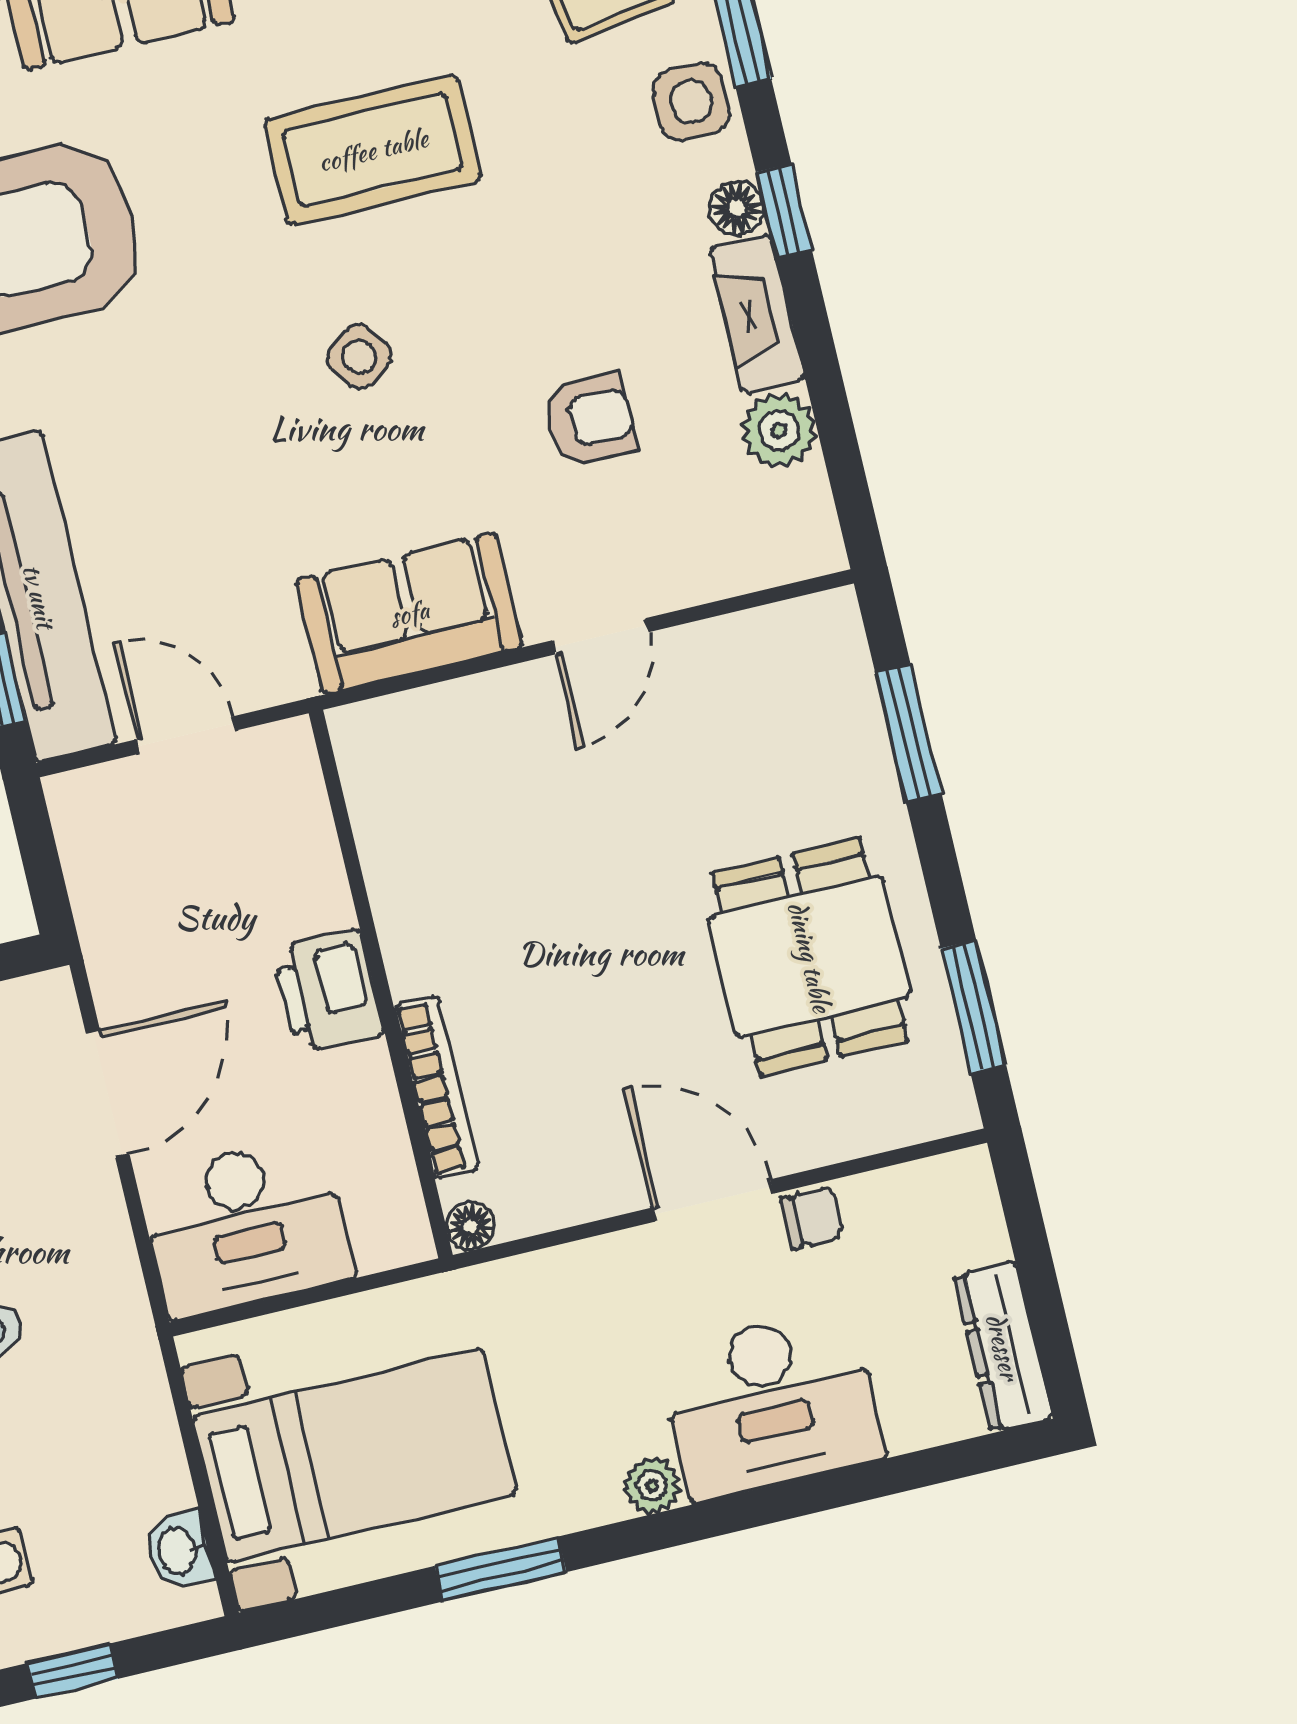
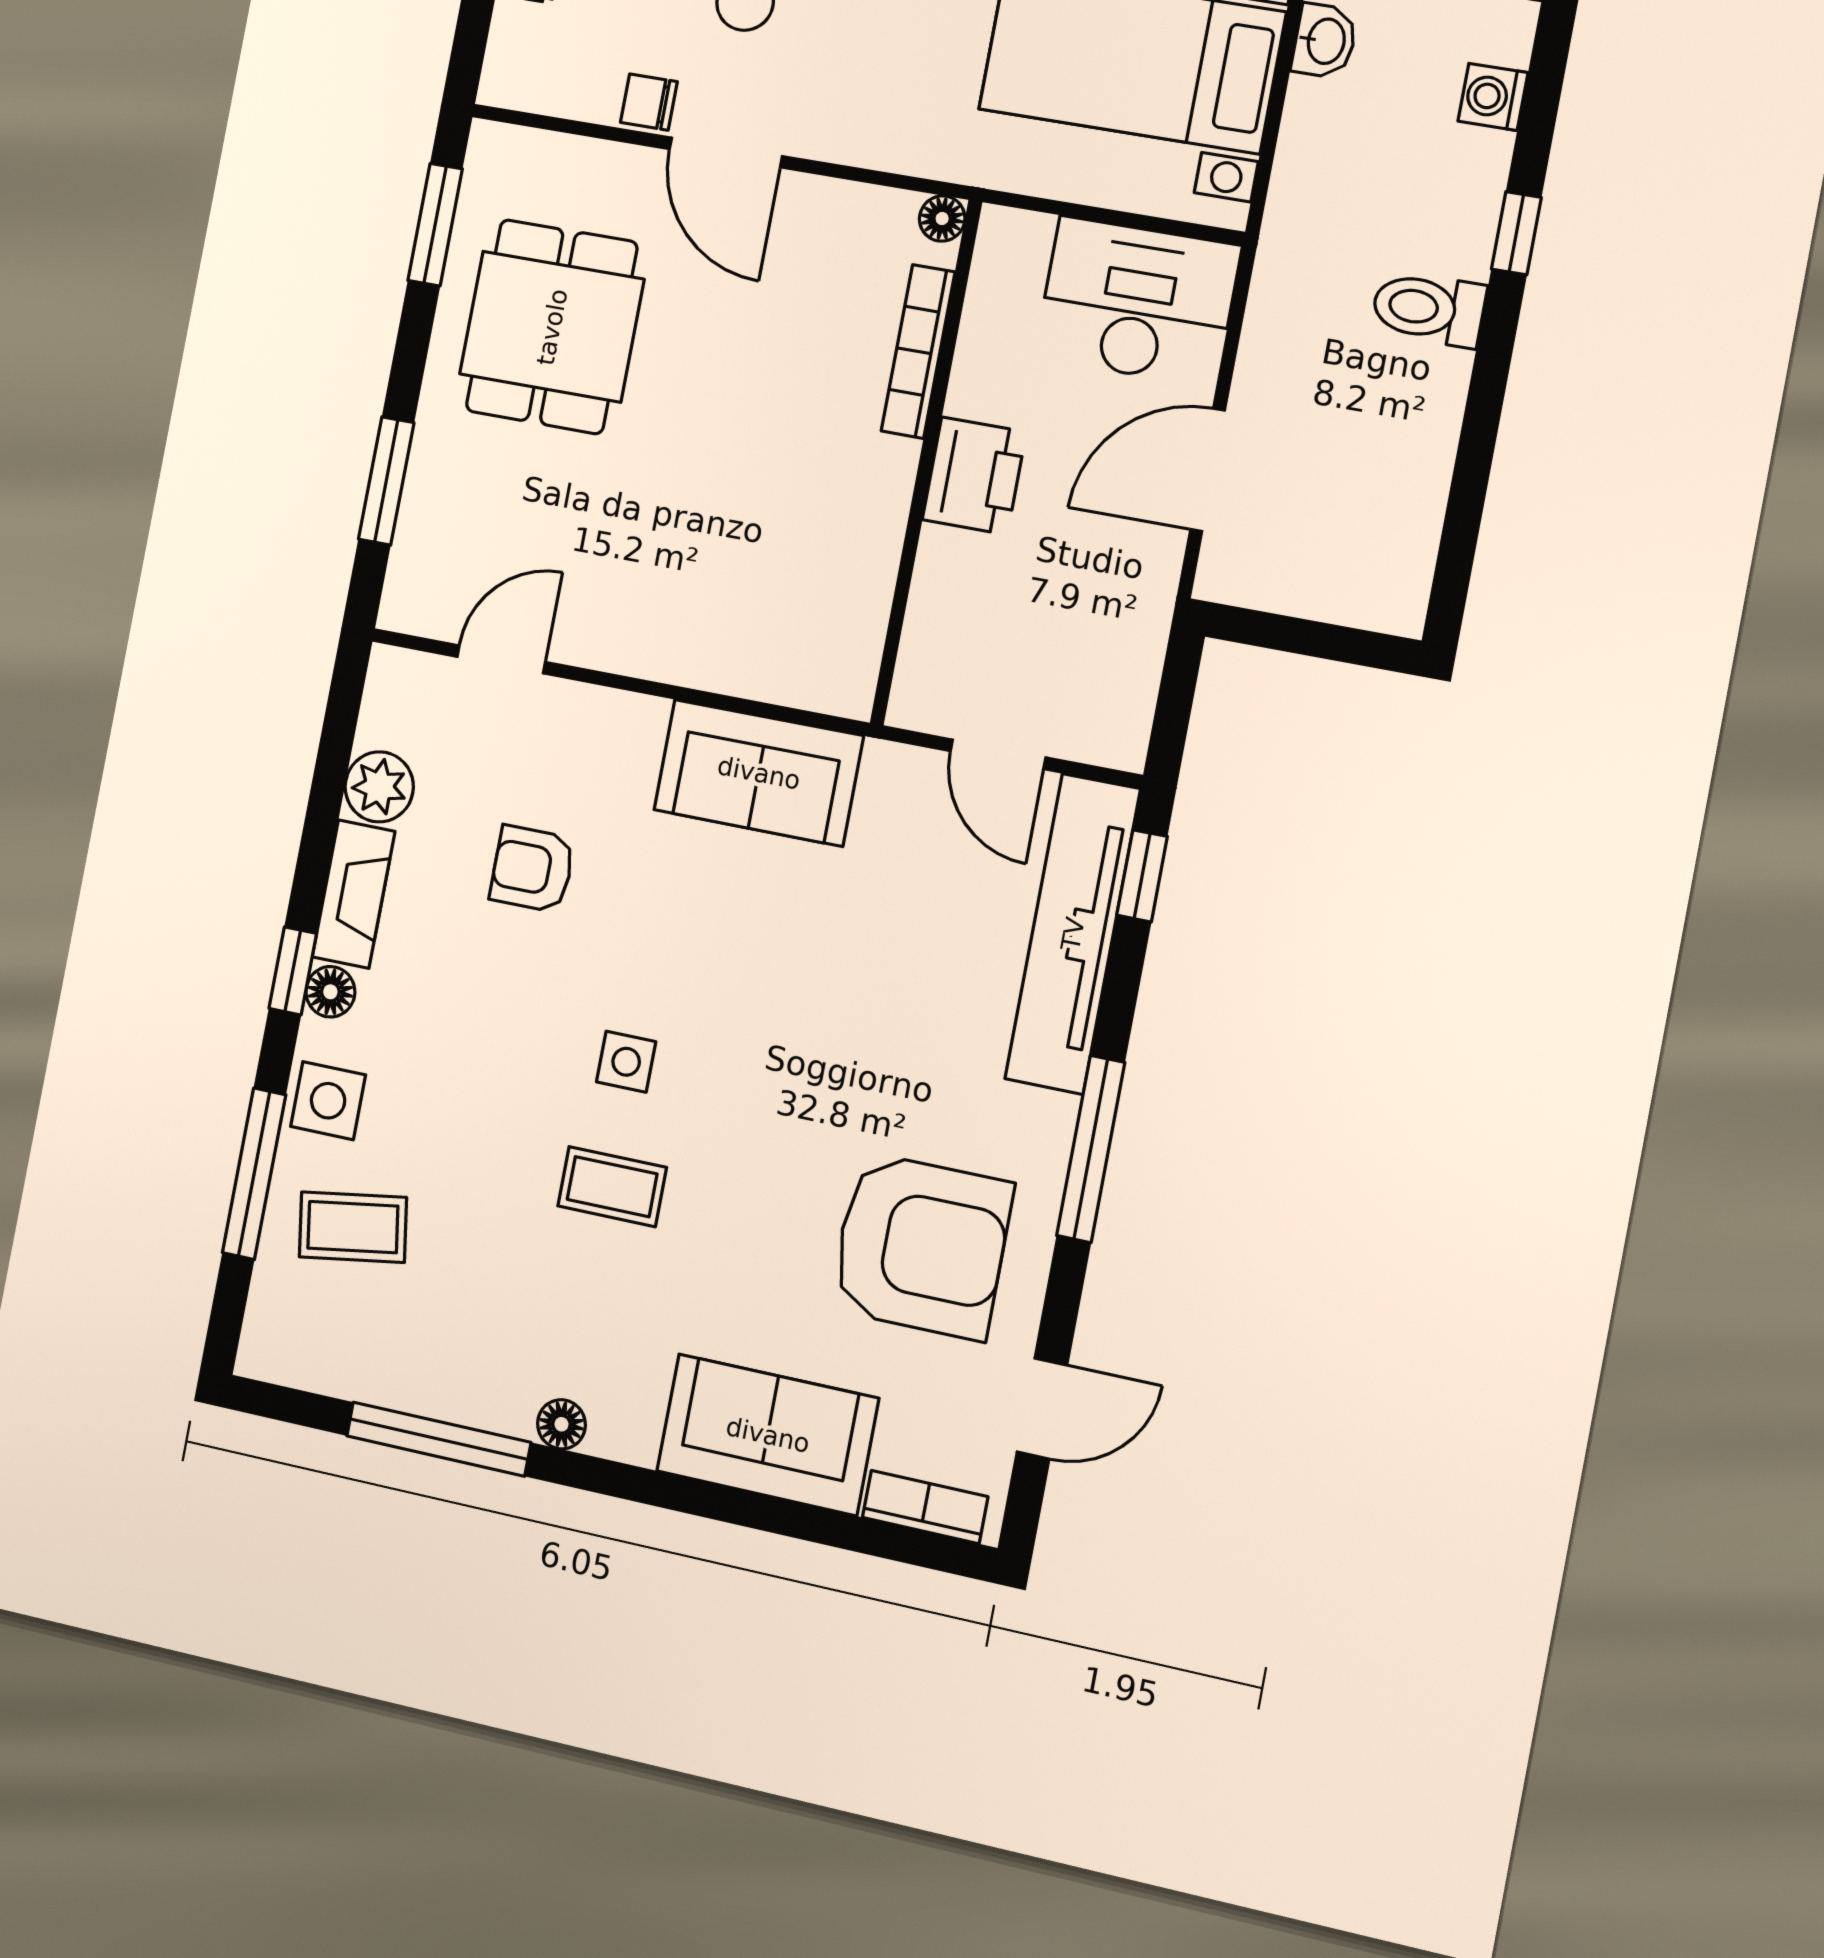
coffee table: (373, 150) -> (612, 1187), width x0.54, depth x0.58
side table: (359, 357) -> (626, 1062), moved, turned 36
door: (600, 636) -> (501, 659), moved

